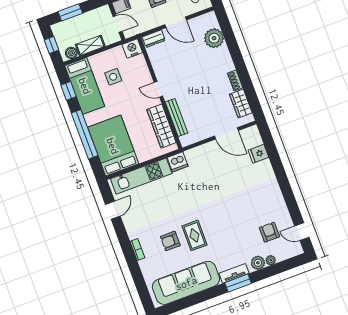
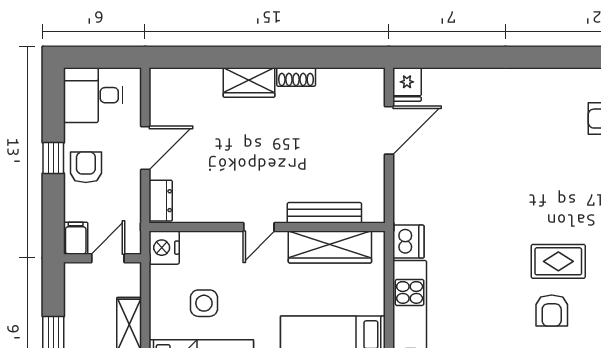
plant: (214, 38) -> (202, 87), removed
wardrobe: (241, 104) -> (249, 83), moved
fridge: (258, 154) -> (407, 85), moved

